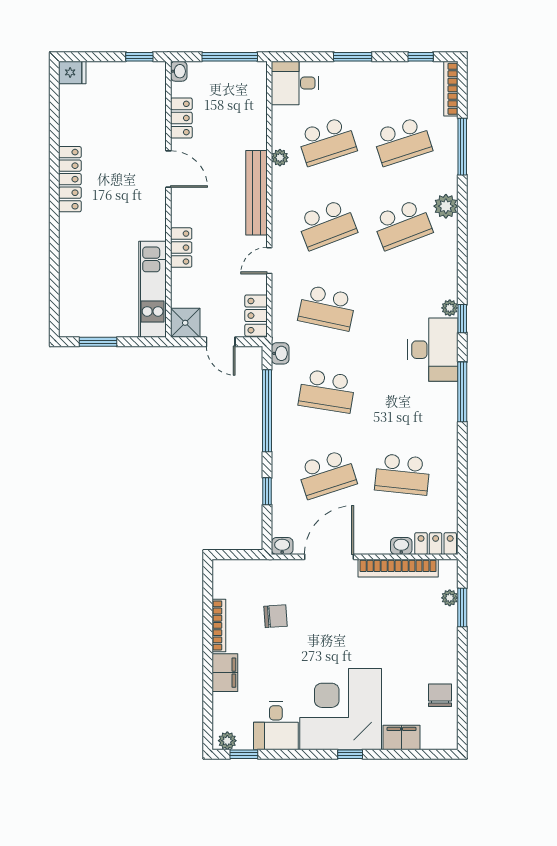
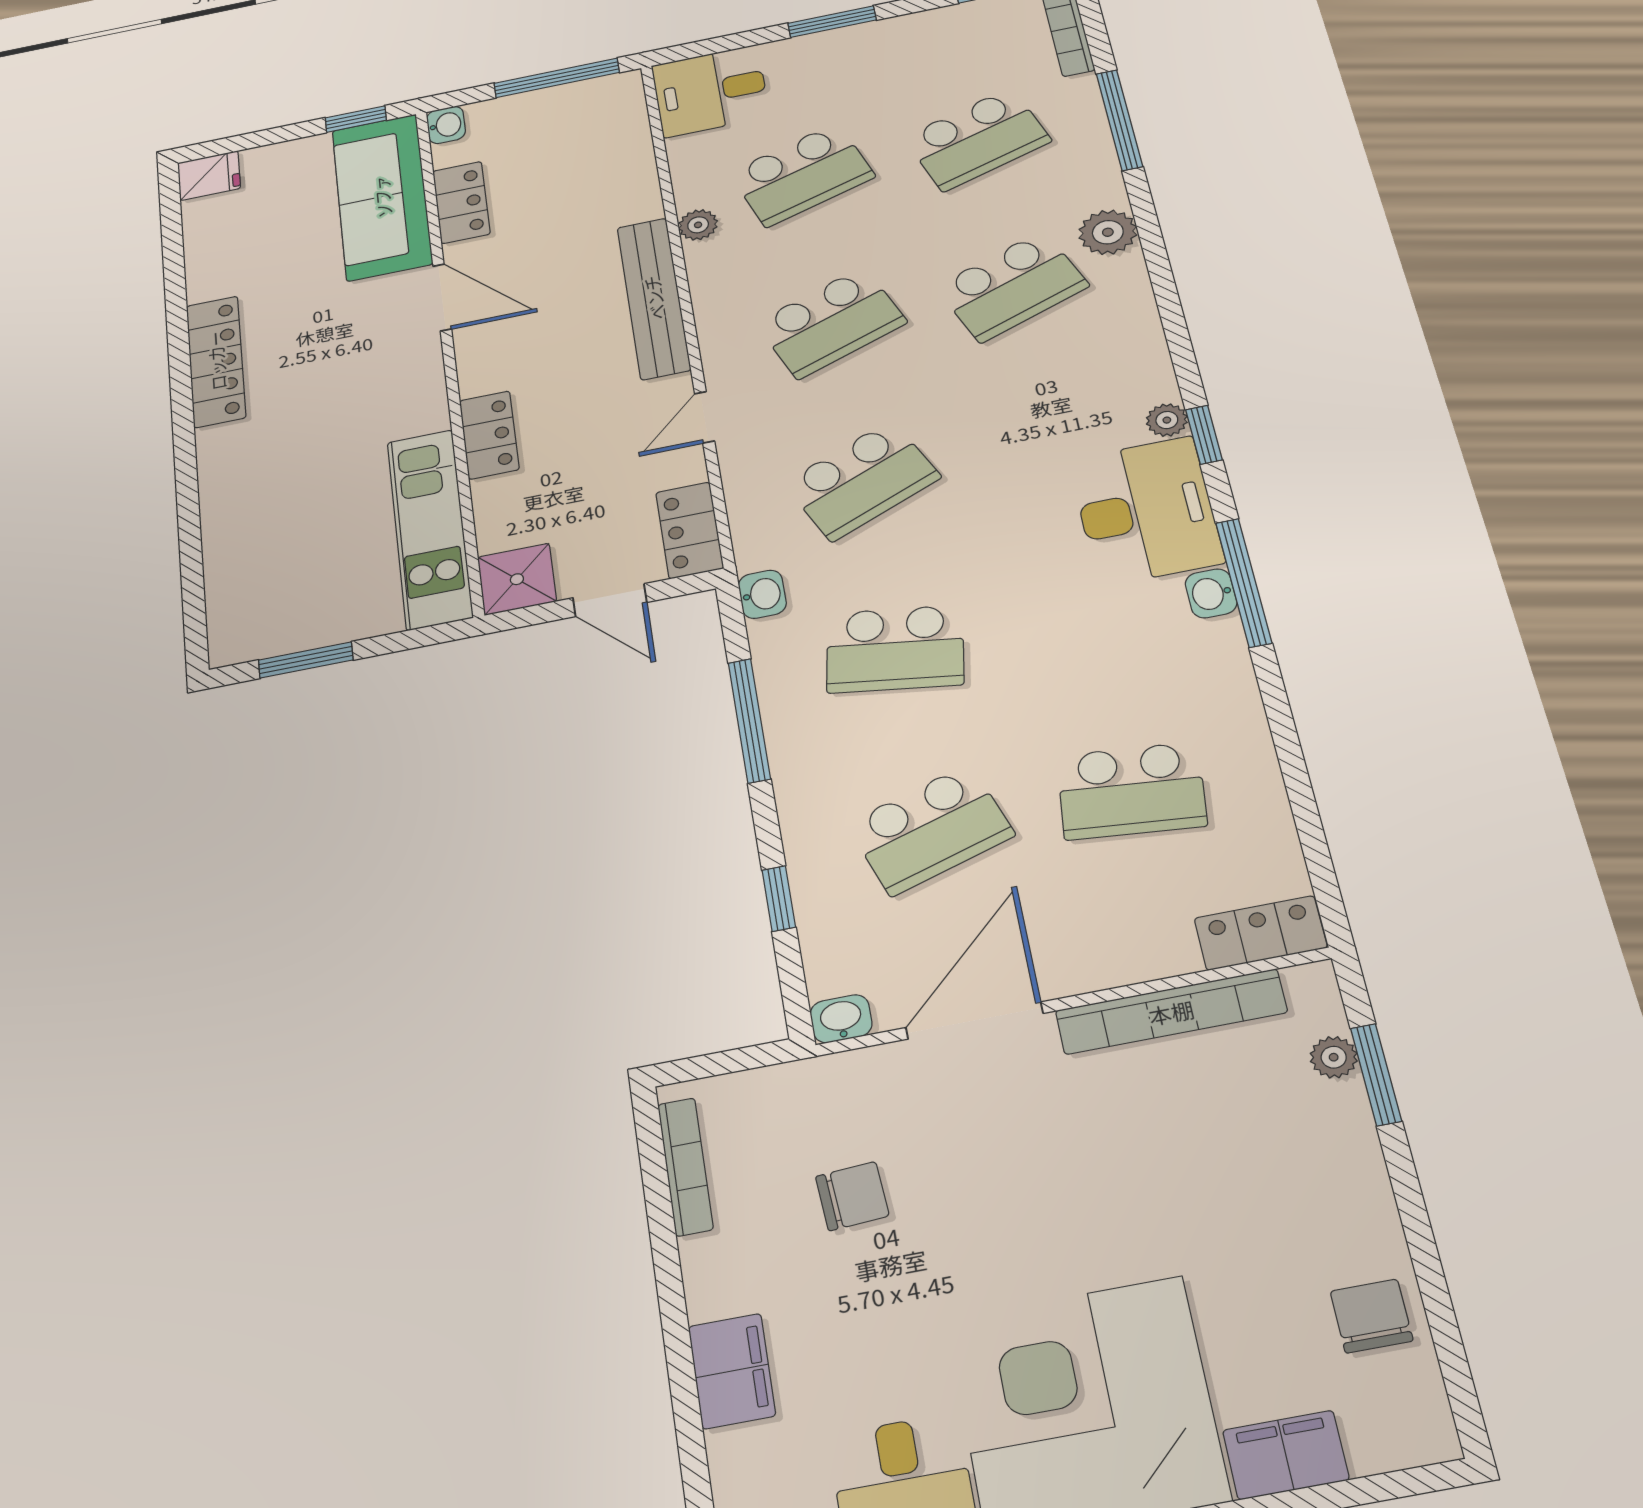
sofa: (147, 105) -> (382, 197), added
school desk: (327, 308) -> (862, 480), turned -36
window: (267, 411) -> (749, 721), width x0.68
washbasin: (401, 546) -> (1211, 593), moved, turned -90
bookcase: (219, 625) -> (685, 1167), moved

